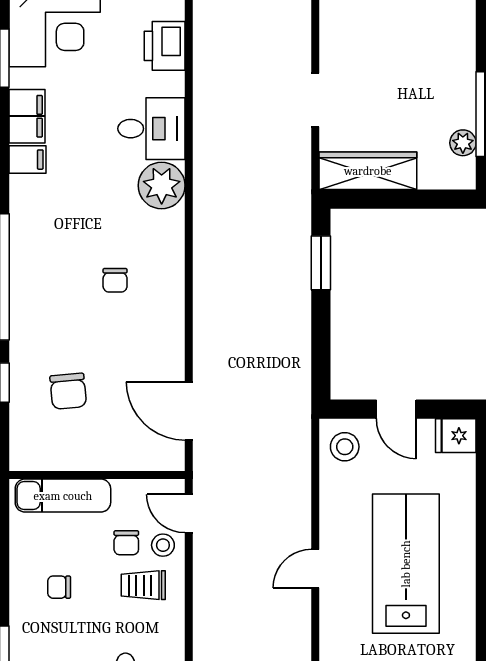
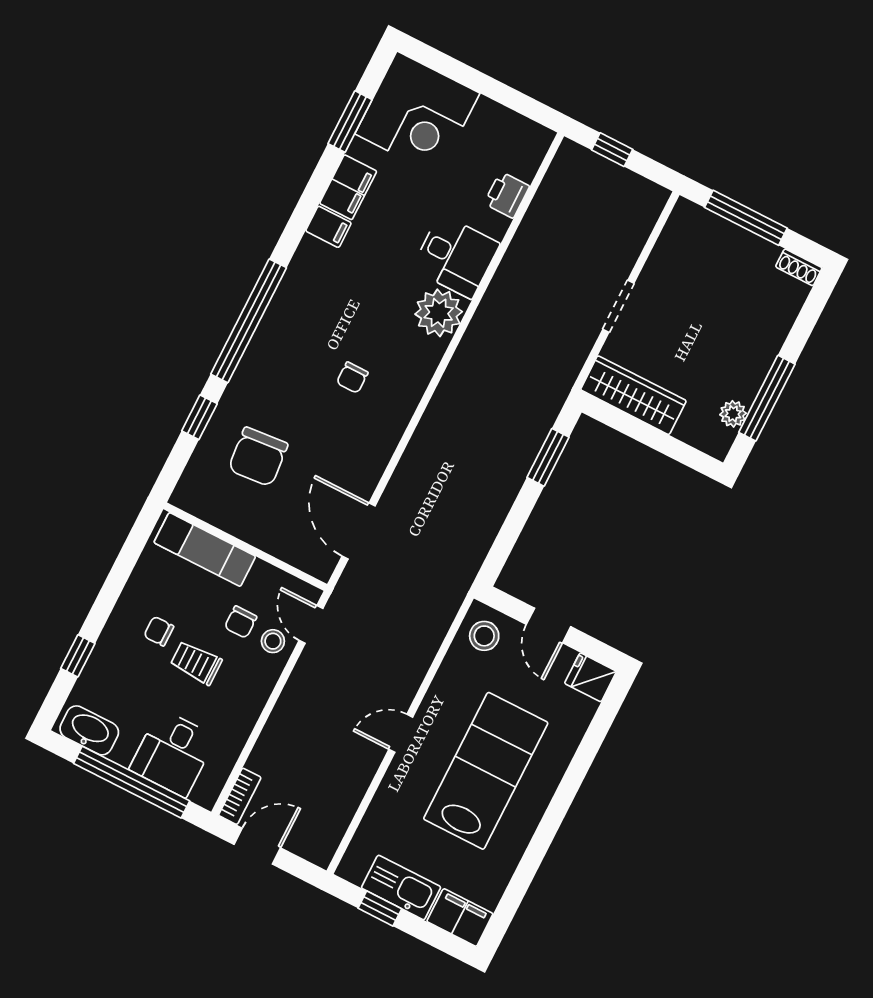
printer: (165, 46) -> (507, 195), width x0.73, depth x0.81
chair: (68, 391) -> (258, 457), width x1.37, depth x1.37
trolley: (143, 585) -> (196, 663), moved

